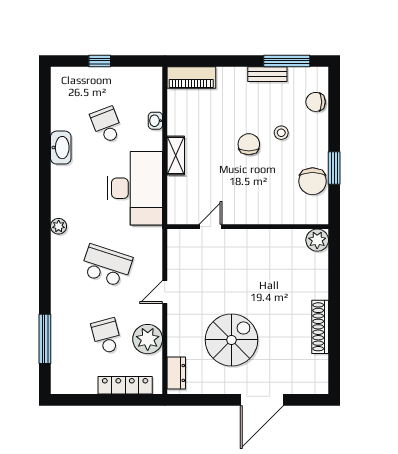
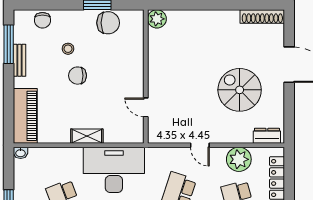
piano: (191, 78) -> (25, 116), width x1.37, depth x1.33
washbasin: (155, 121) -> (21, 153), moved
shoe rack: (320, 327) -> (262, 16), moved

